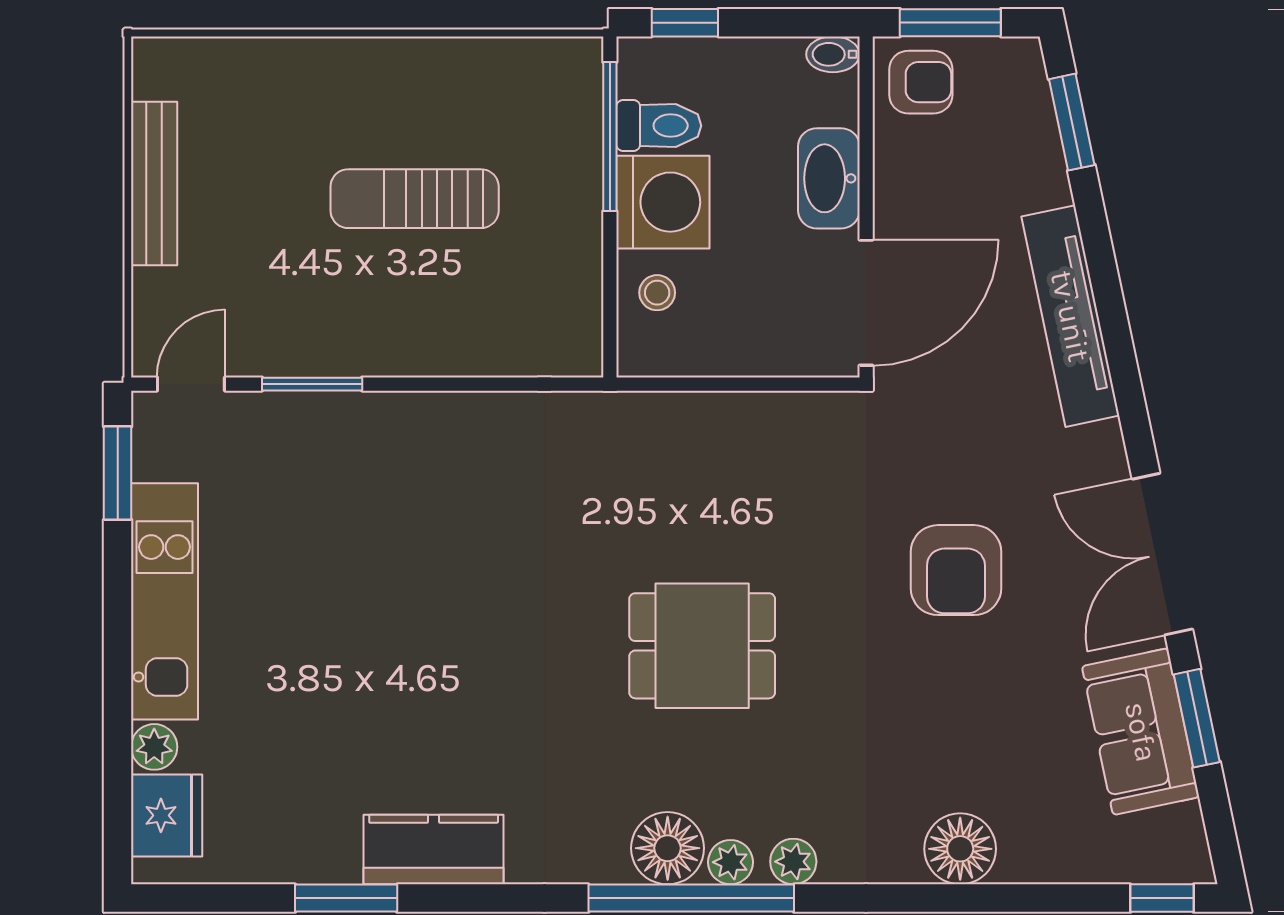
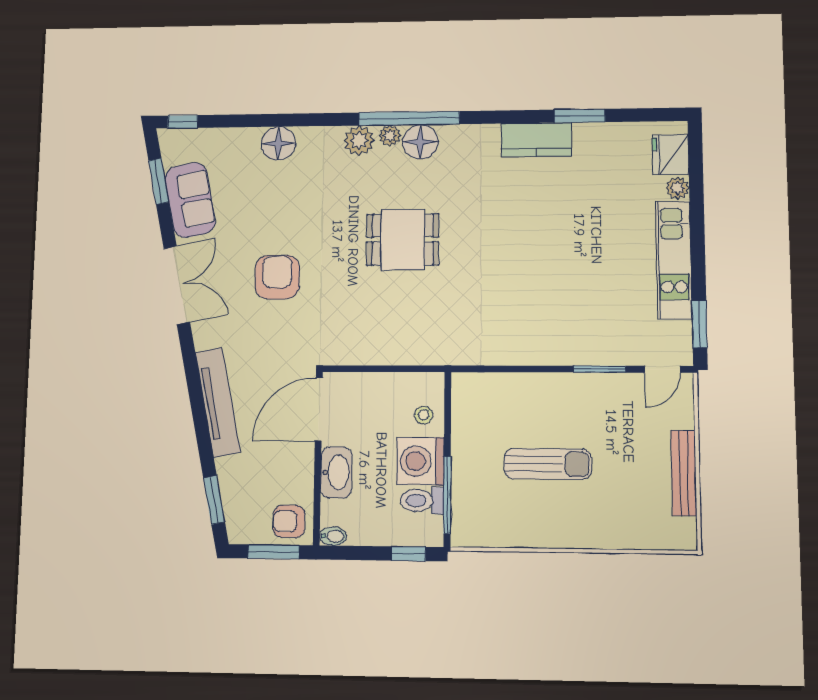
window: (1197, 718) -> (159, 181), moved
plant: (793, 862) -> (359, 140), width x1.38, depth x1.38

